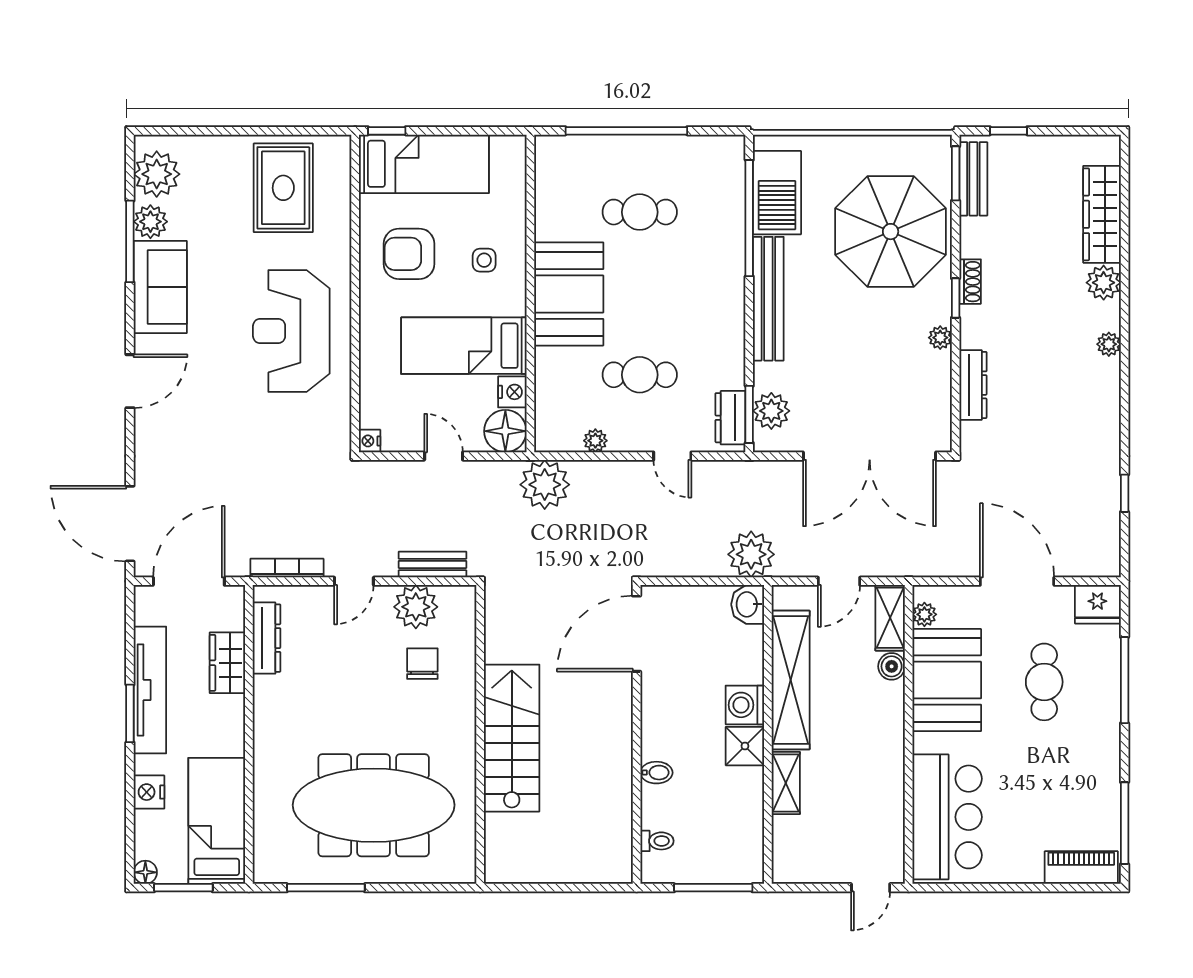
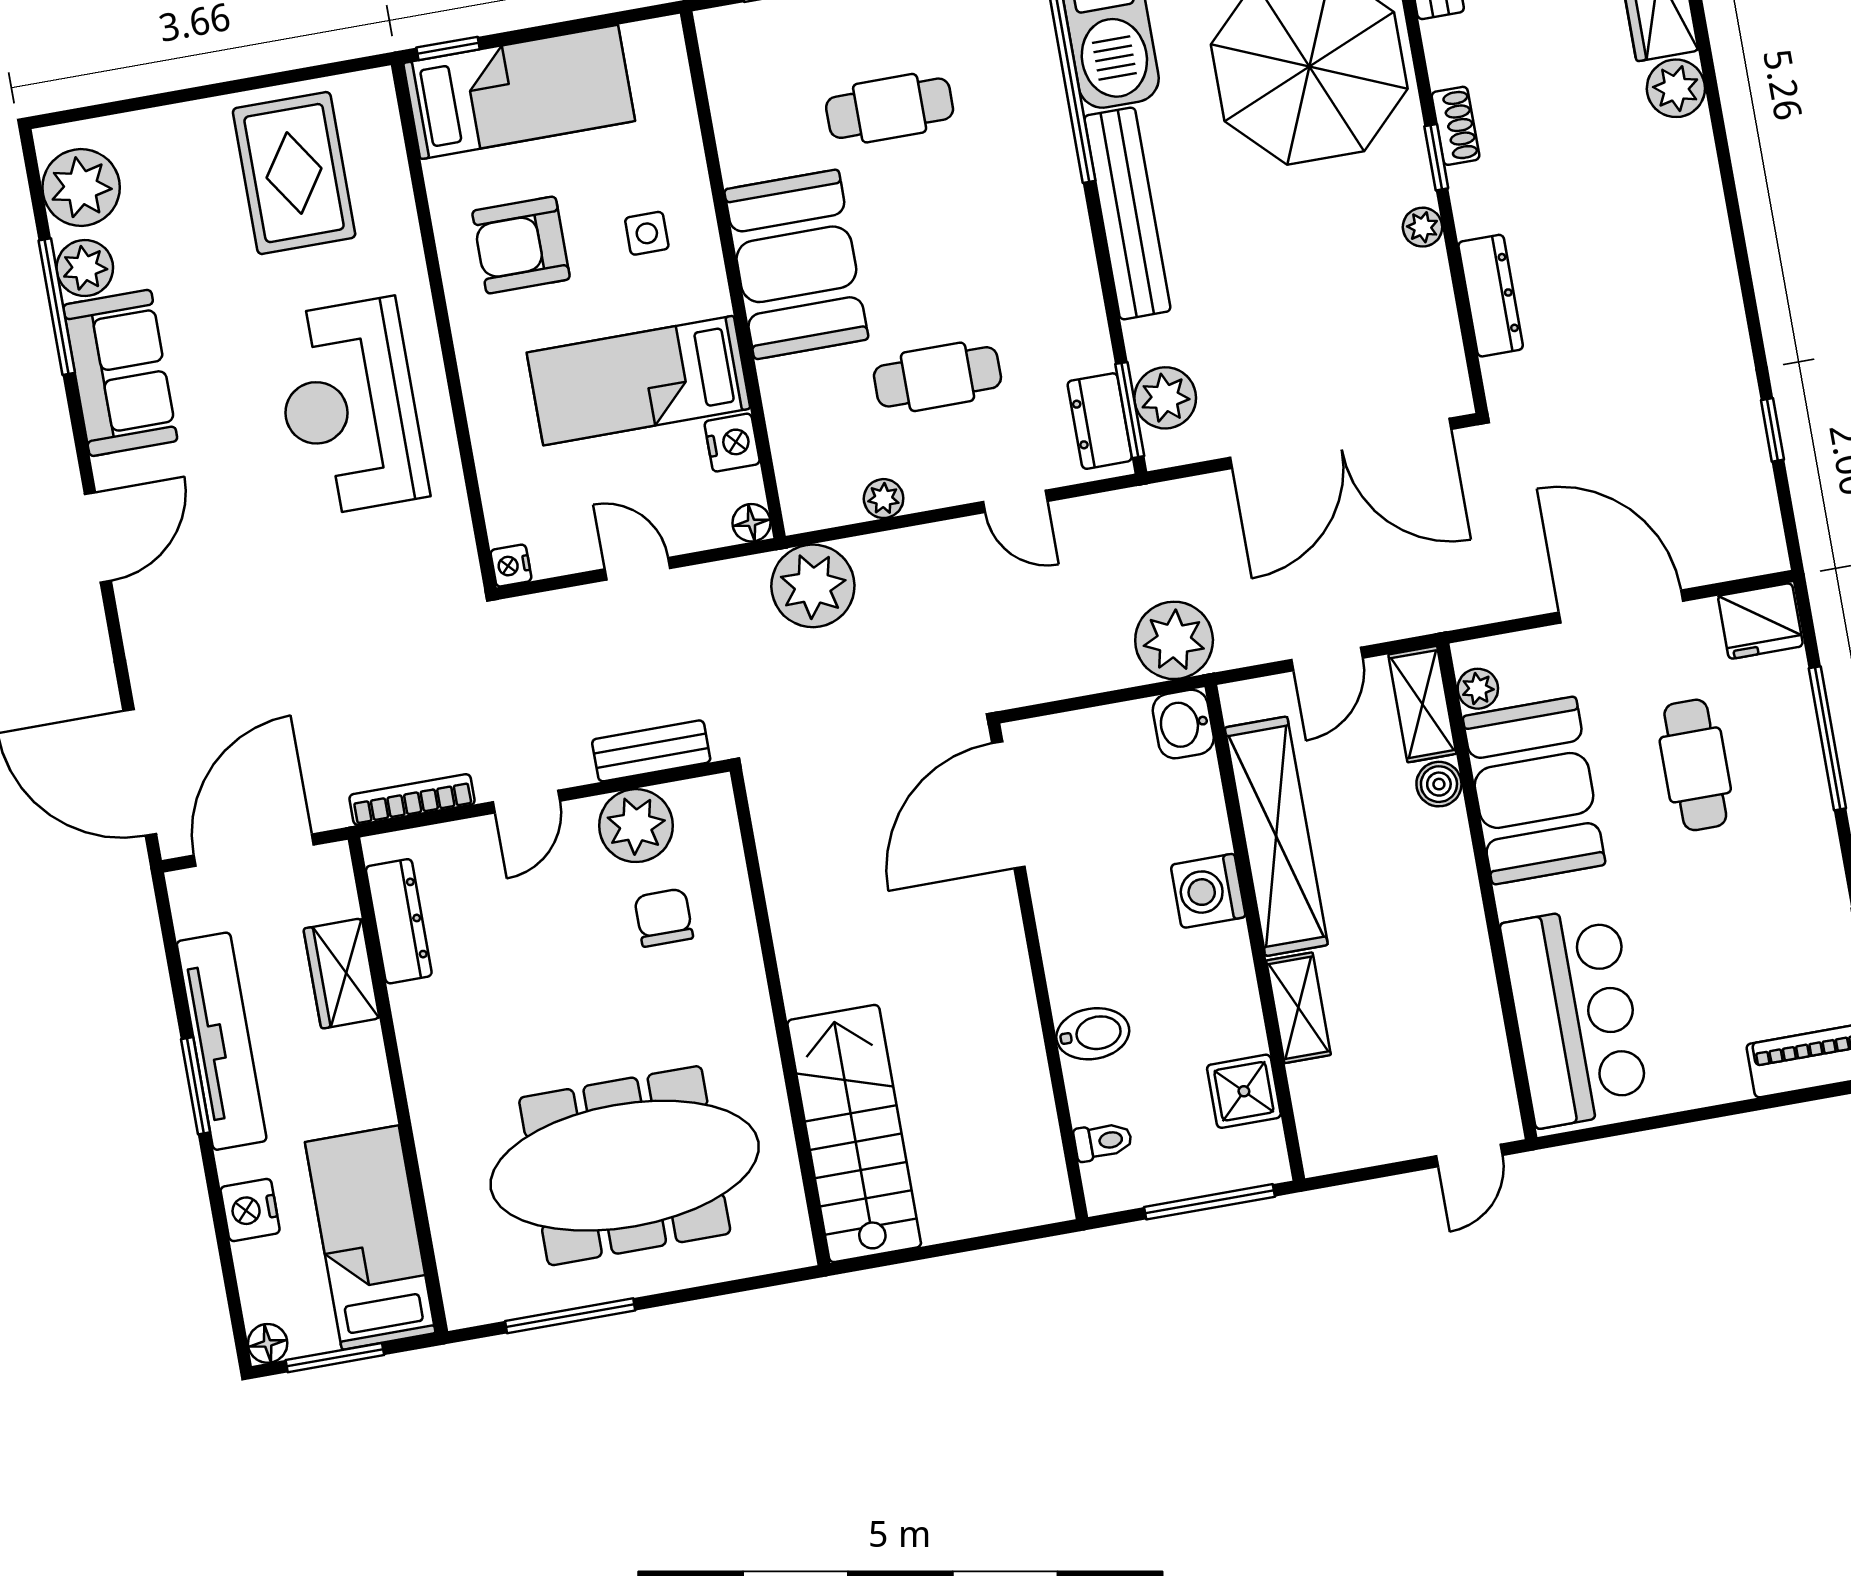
plant: (1109, 344) -> (1703, 188), removed
floor lamp: (505, 431) -> (751, 523), width x0.53, depth x0.53
stairs: (512, 738) -> (854, 1134), moved
shower: (745, 746) -> (1244, 1091), moved
bidet: (656, 773) -> (1093, 1034), width x1.38, depth x1.36

